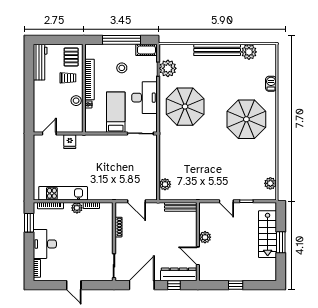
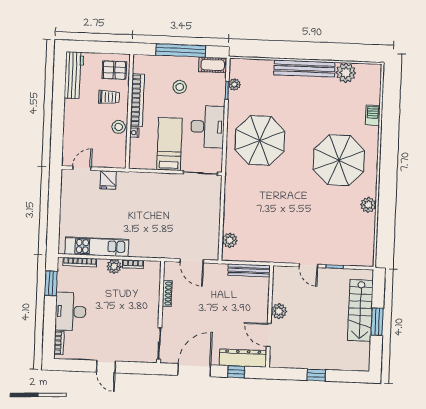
pallet: (71, 57) -> (114, 70), turned 90
plant: (168, 68) -> (234, 84), width x0.53, depth x0.53
plant: (270, 183) -> (368, 205), moved

